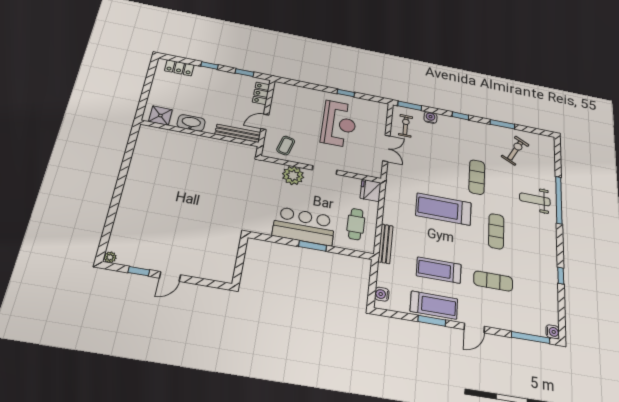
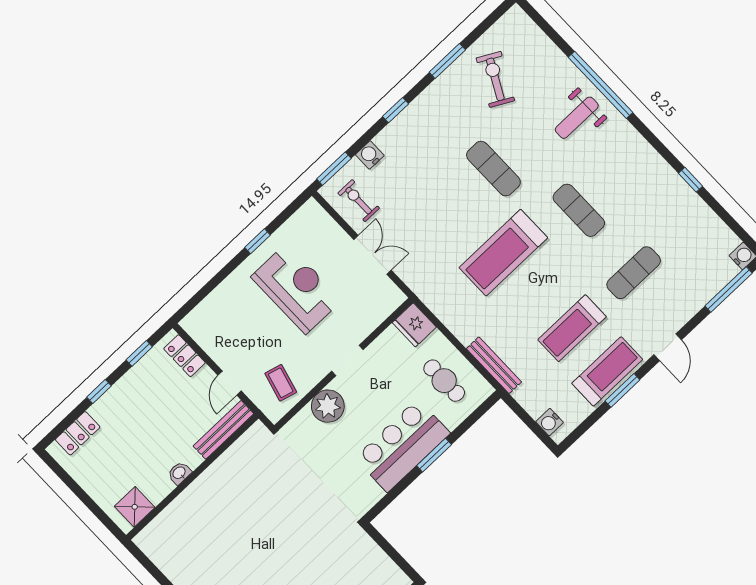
washbasin: (191, 123) -> (179, 473), width x0.52, depth x0.69

